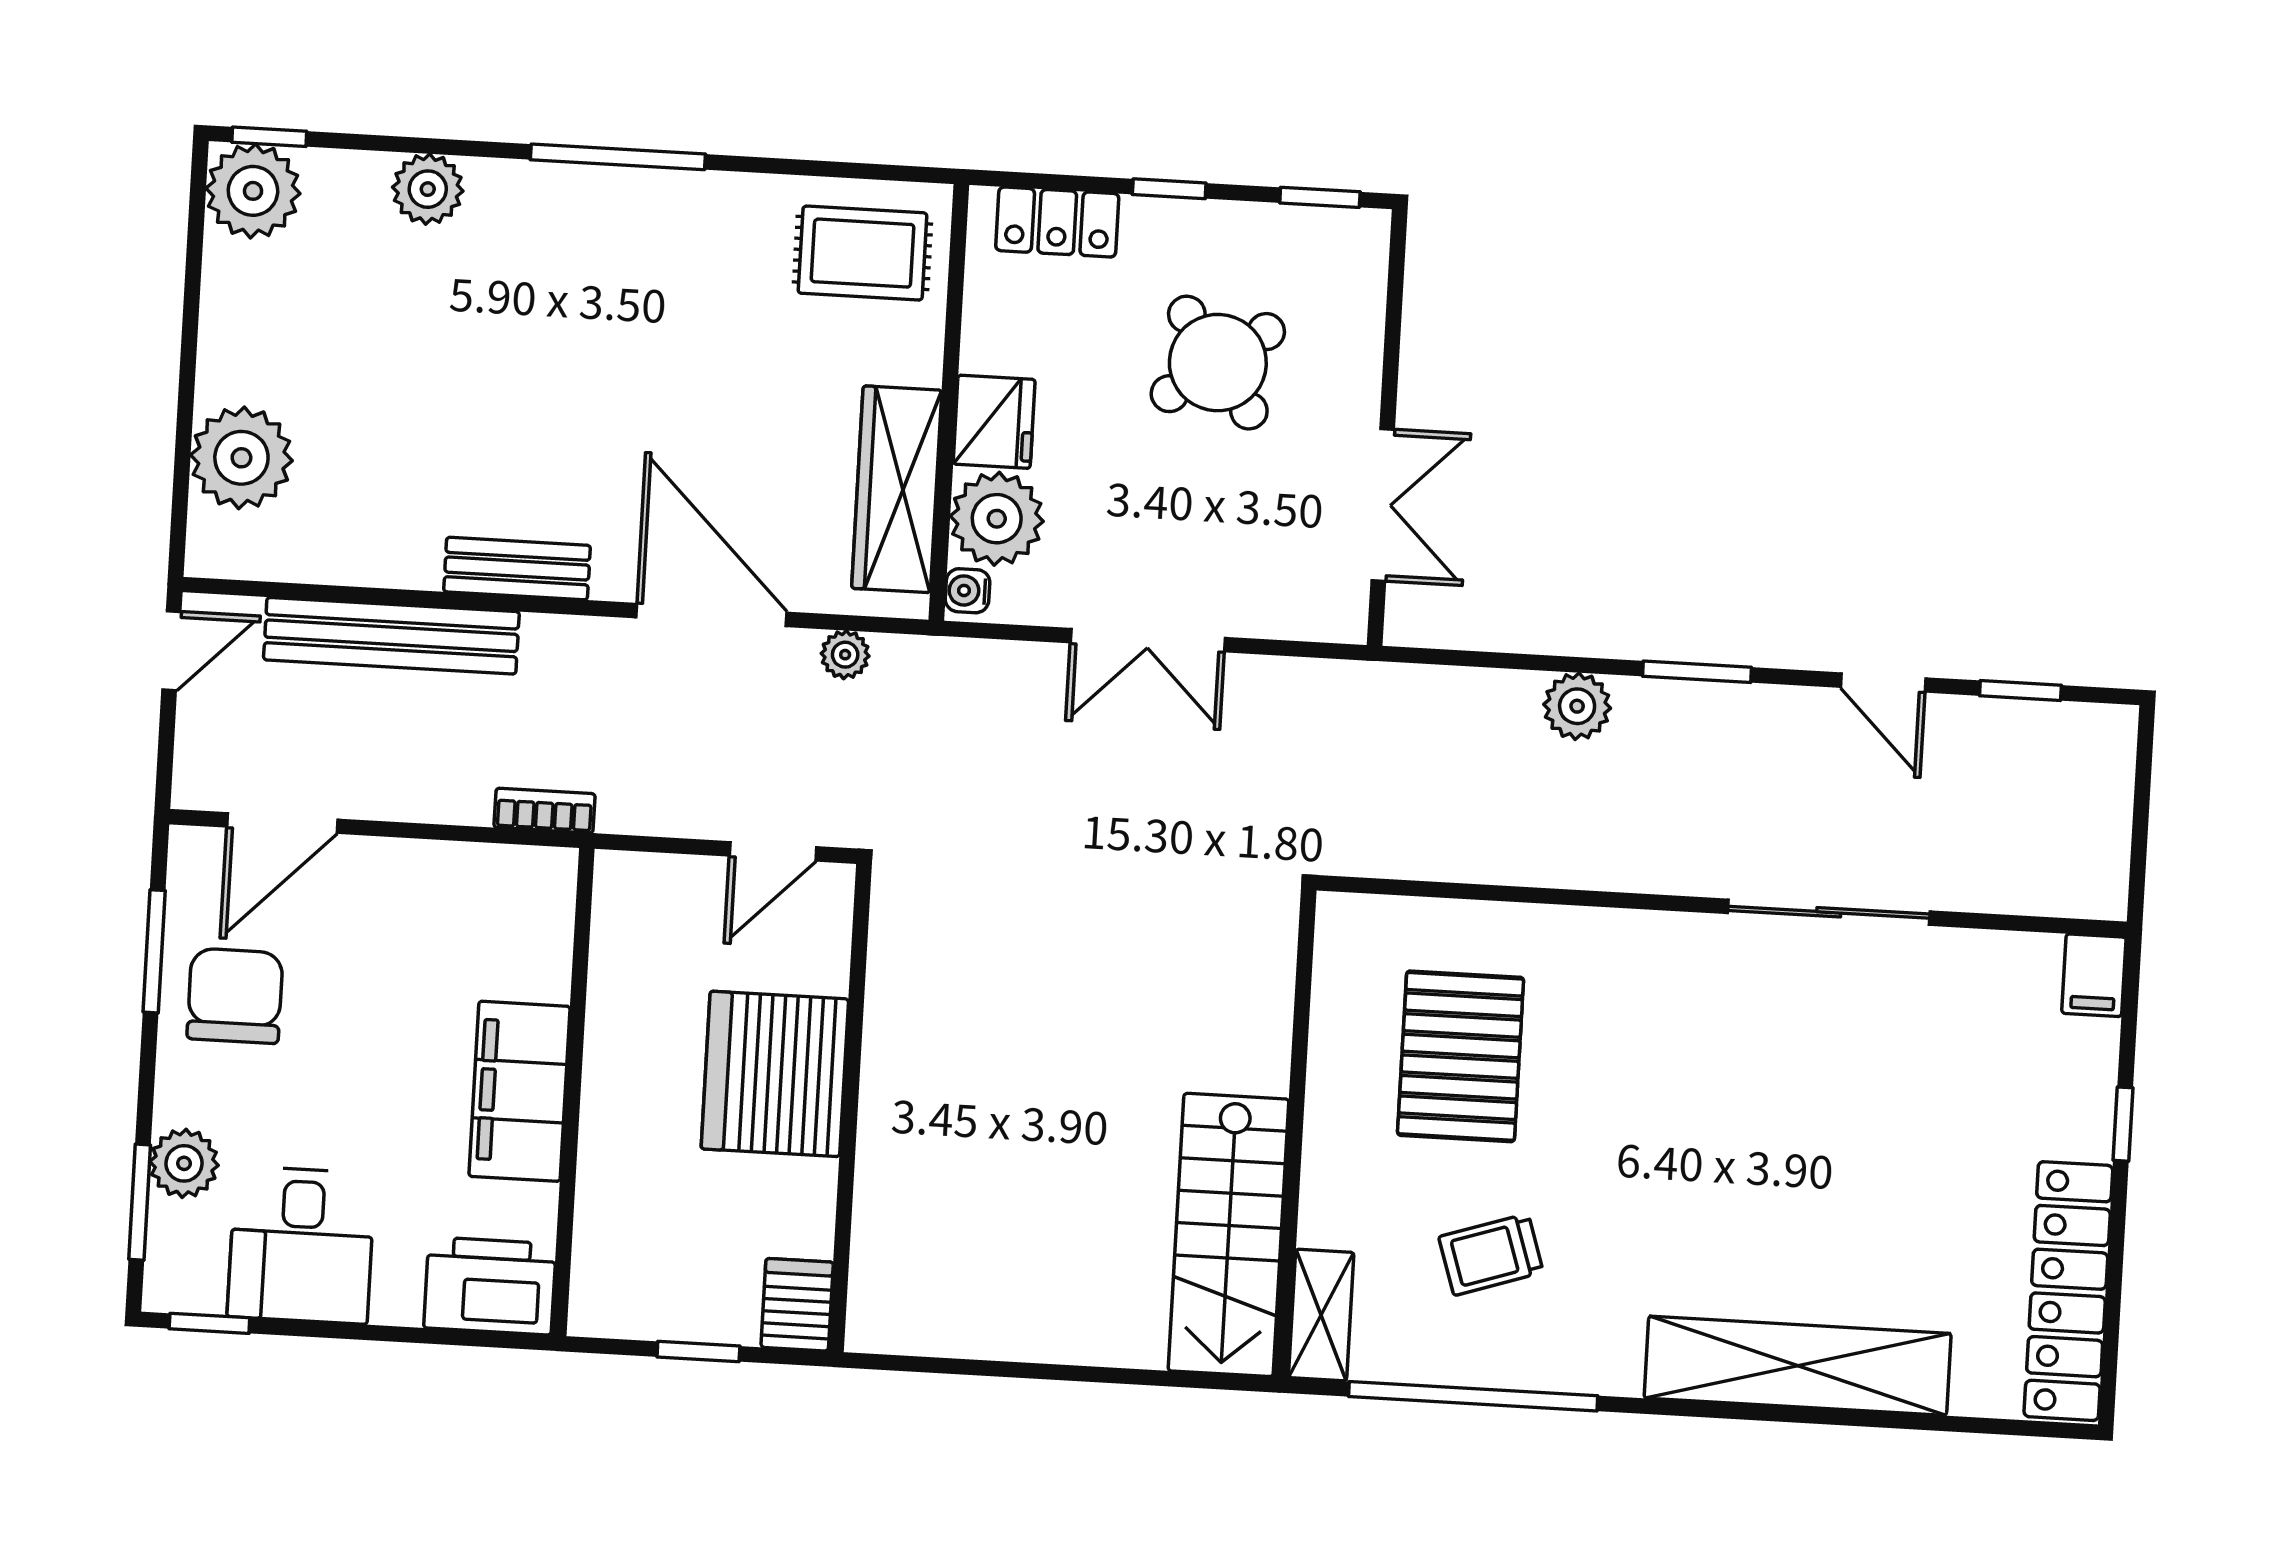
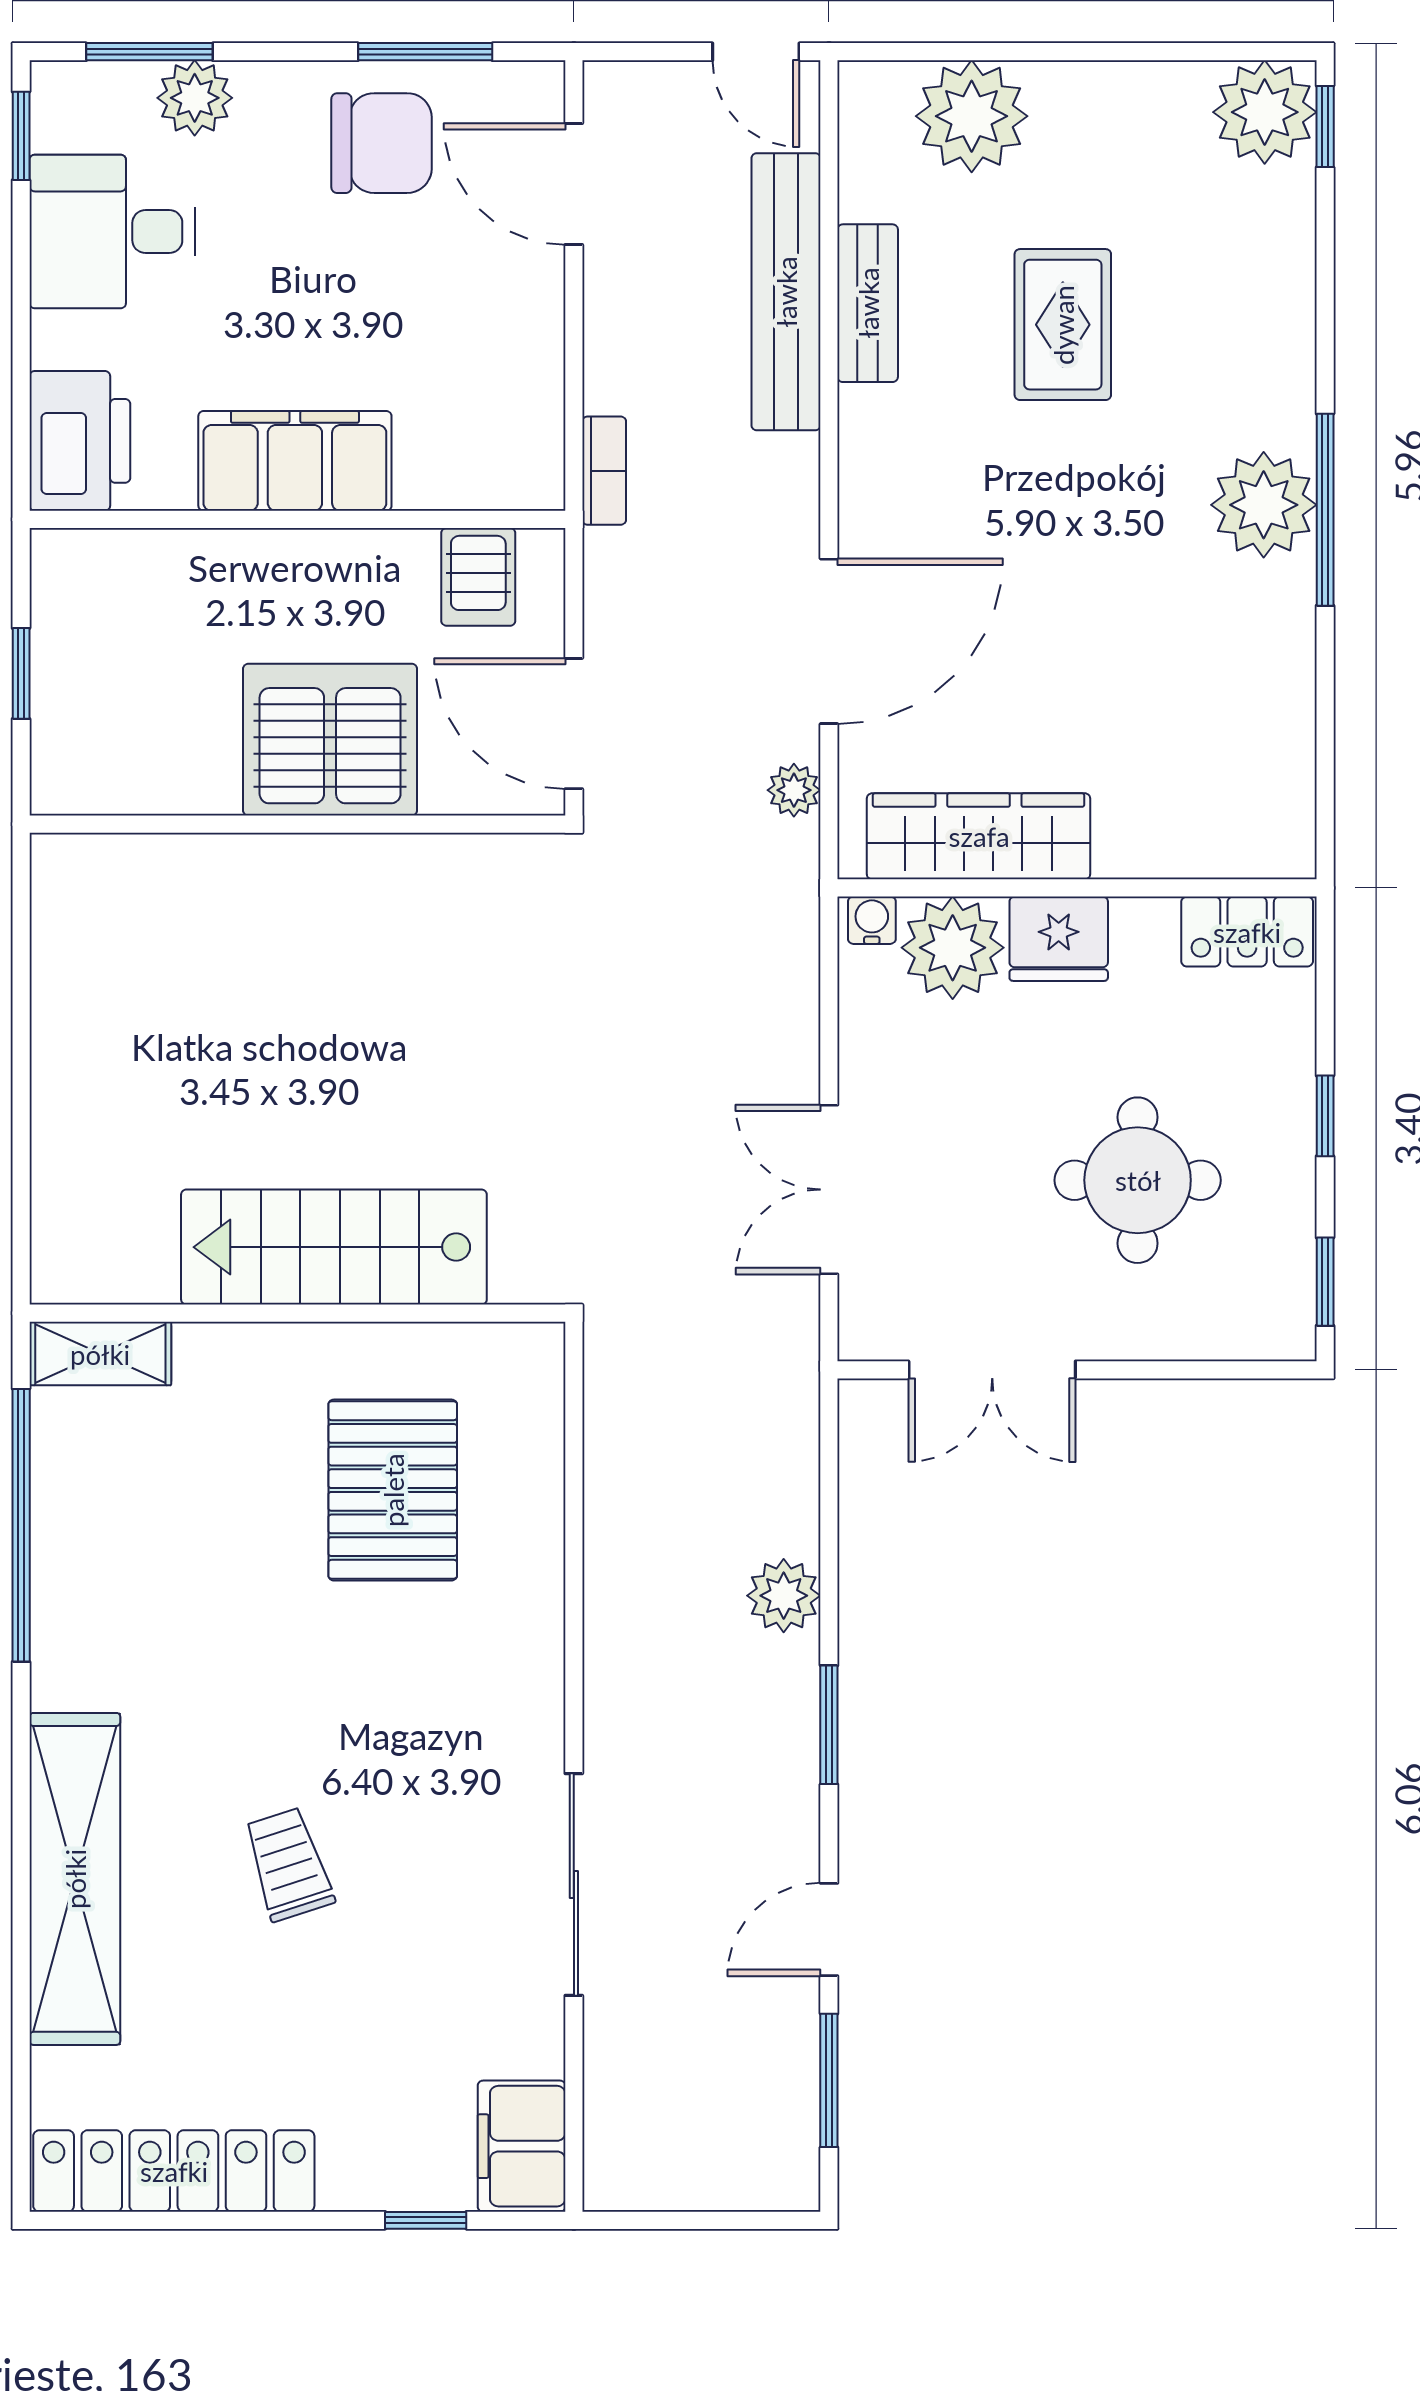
plant: (428, 189) -> (1264, 505), moved, width x1.36, depth x1.36
locker: (1057, 222) -> (1247, 932), moved, turned -90
rug: (863, 253) -> (1063, 325), moved
round table: (1218, 363) -> (1138, 1180), turned 36
bench: (517, 569) -> (868, 303), moved
double door: (1148, 640) -> (829, 1190), moved
window: (2020, 690) -> (829, 2080), width x1.50
door: (773, 851) -> (574, 724), width x1.38
filing cabinet: (2094, 975) -> (522, 2146), width x2.00
pallet: (1461, 1056) -> (393, 1490), turned 90
window: (2123, 1124) -> (426, 2220), moved
stairs: (1229, 1235) -> (334, 1247), moved
trolley: (1491, 1255) -> (288, 1864), moved
server rack: (797, 1305) -> (478, 577), moved, turned 90

